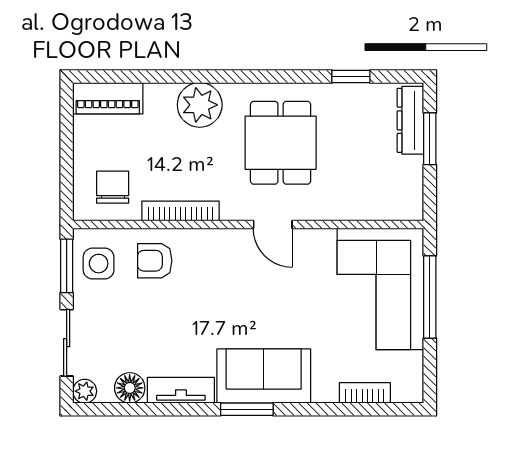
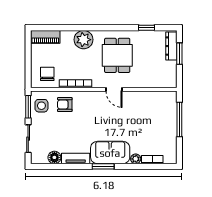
corner sofa: (380, 289) -> (159, 116), removed
plant: (85, 391) -> (136, 159), moved

